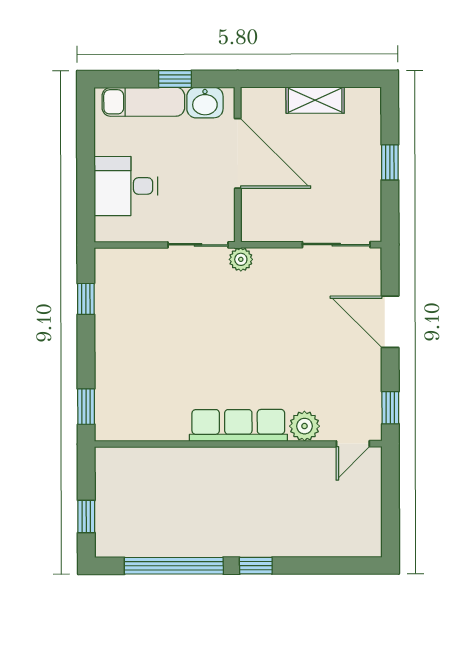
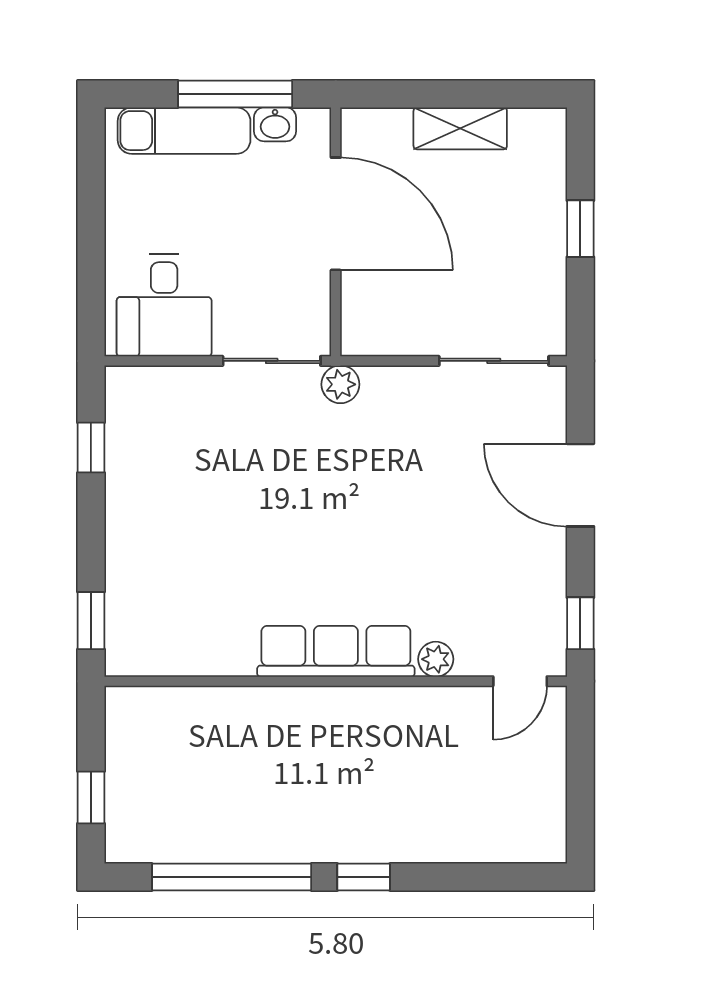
window: (175, 79) -> (235, 94), width x2.17
washbasin: (205, 103) -> (275, 124), width x0.72, depth x0.69
desk: (126, 186) -> (164, 305), moved, turned -90
plant: (304, 426) -> (436, 659), width x0.73, depth x0.73

